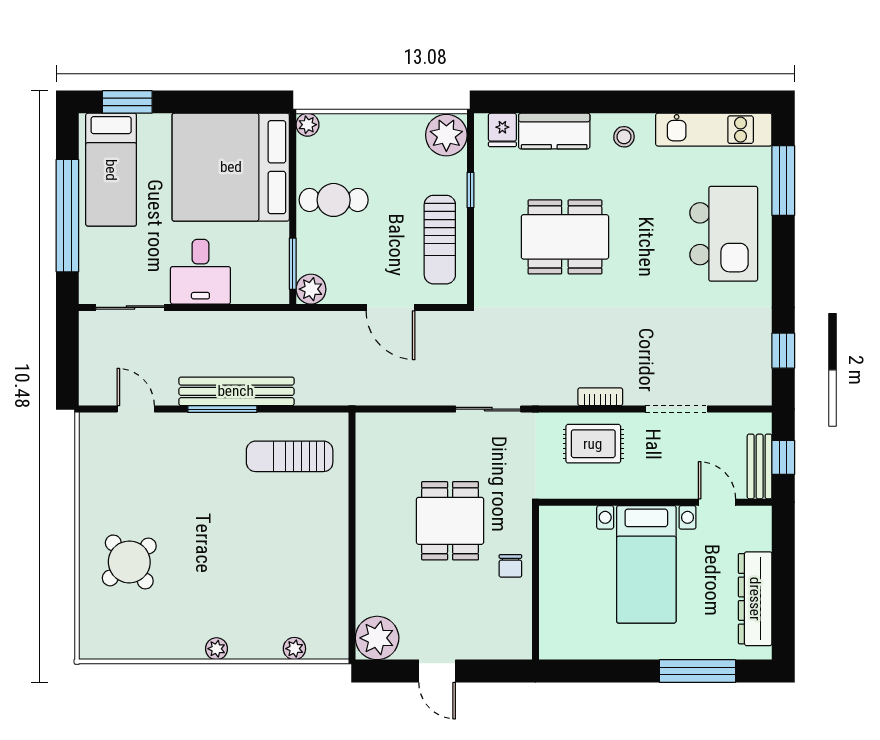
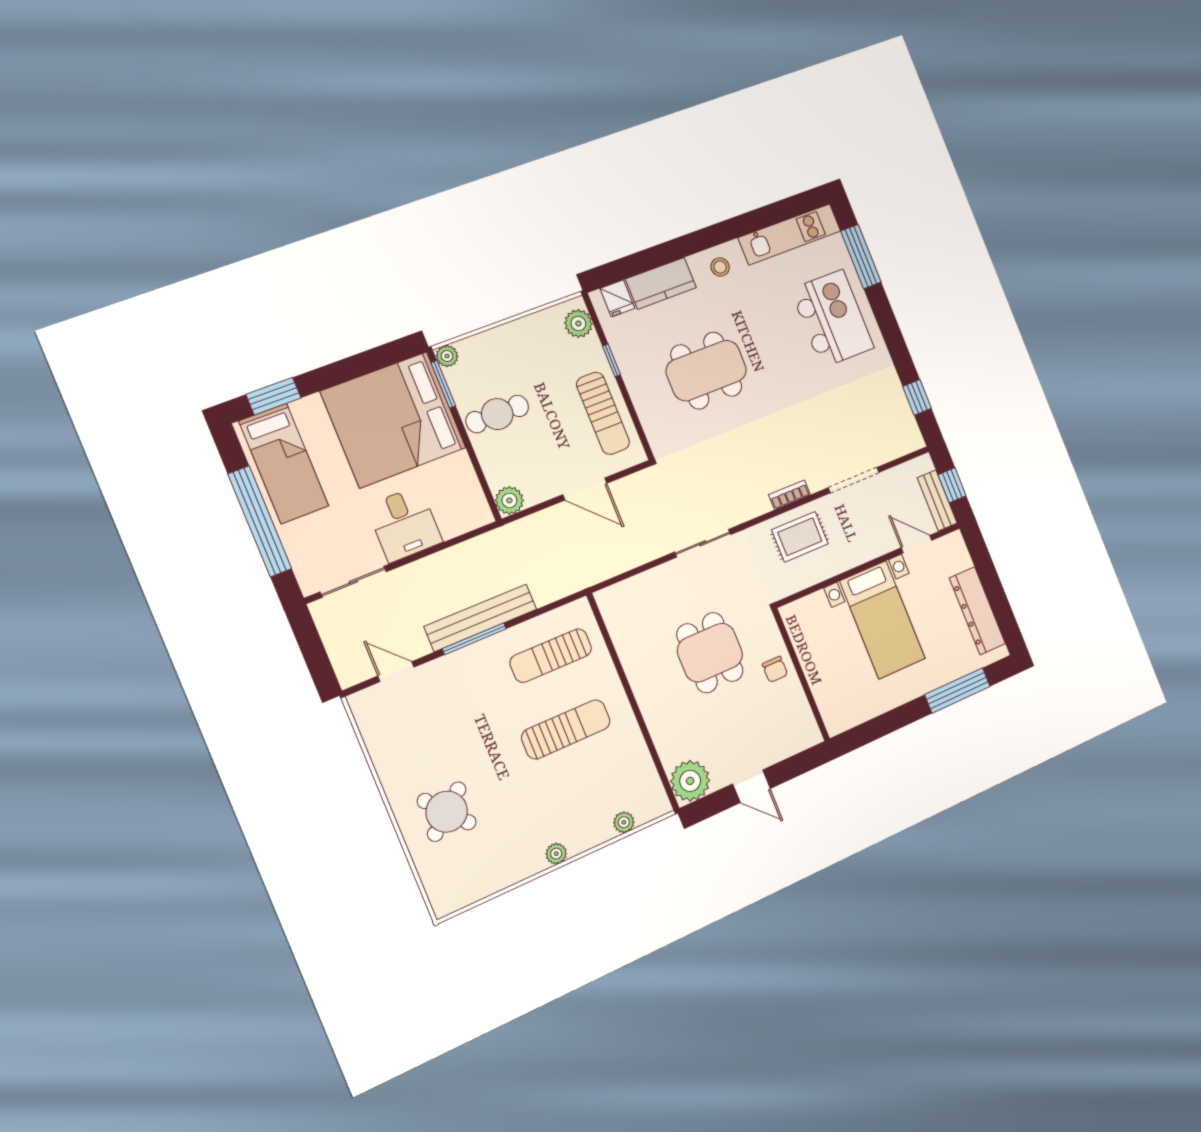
plant: (446, 135) -> (578, 324), width x0.73, depth x0.73
window: (293, 264) -> (443, 384), moved
sun lounger: (275, 534) -> (566, 729), added

